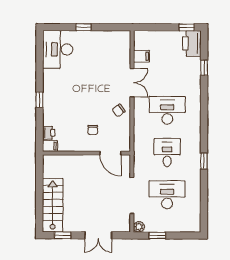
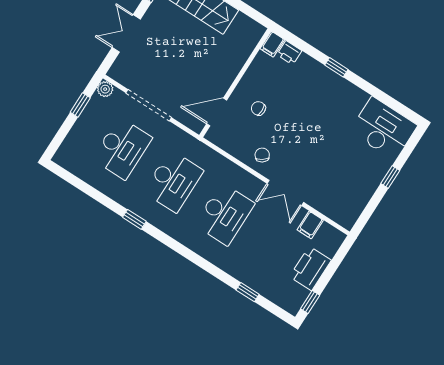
printer: (192, 43) -> (310, 268), moved, turned -90
desk: (167, 153) -> (173, 181), width x1.37

